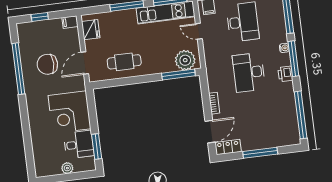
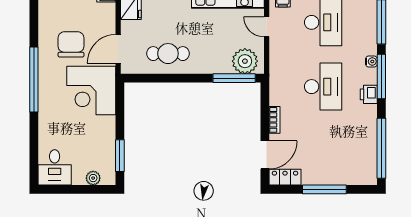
chair: (47, 64) -> (71, 44), turned 90
window: (18, 69) -> (34, 80), moved
desk: (249, 72) -> (323, 87), turned 180
corner desk: (70, 112) -> (91, 91), moved
desk: (79, 144) -> (55, 167), moved, turned 90
plant: (67, 168) -> (93, 178), moved

